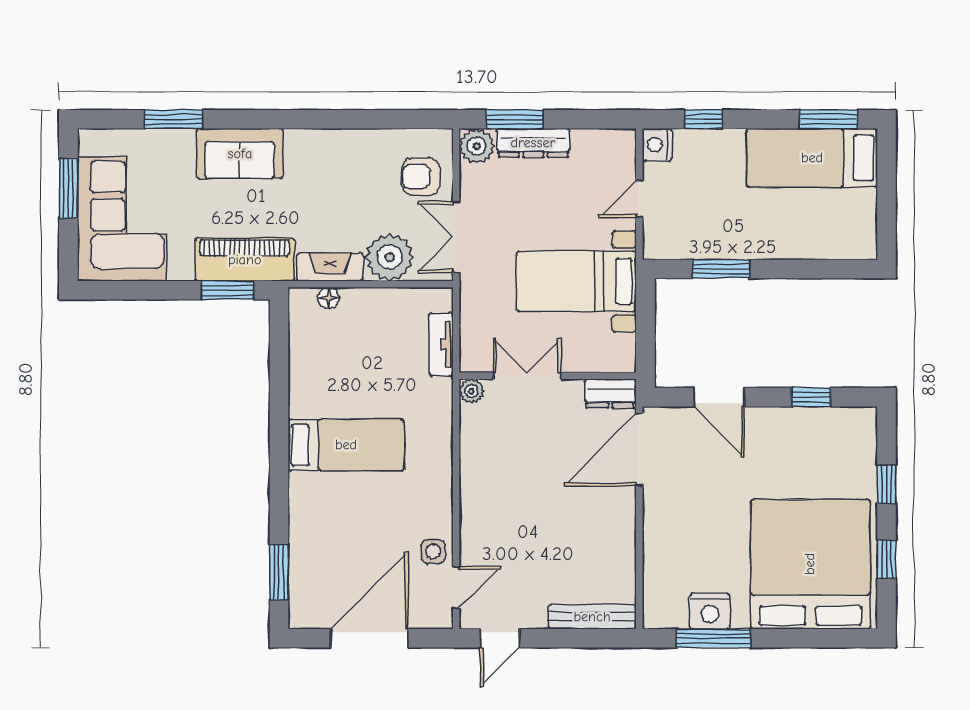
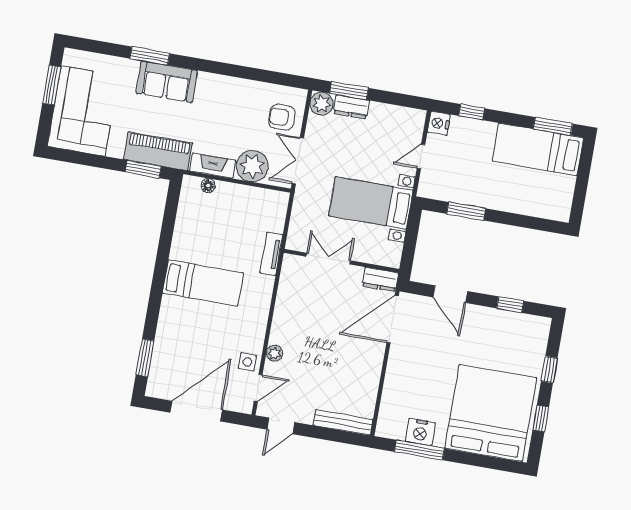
window: (173, 119) -> (150, 56), moved
dresser: (533, 143) -> (351, 107), width x0.70
tv unit: (441, 345) -> (271, 254), moved
plant: (471, 391) -> (274, 353), moved

